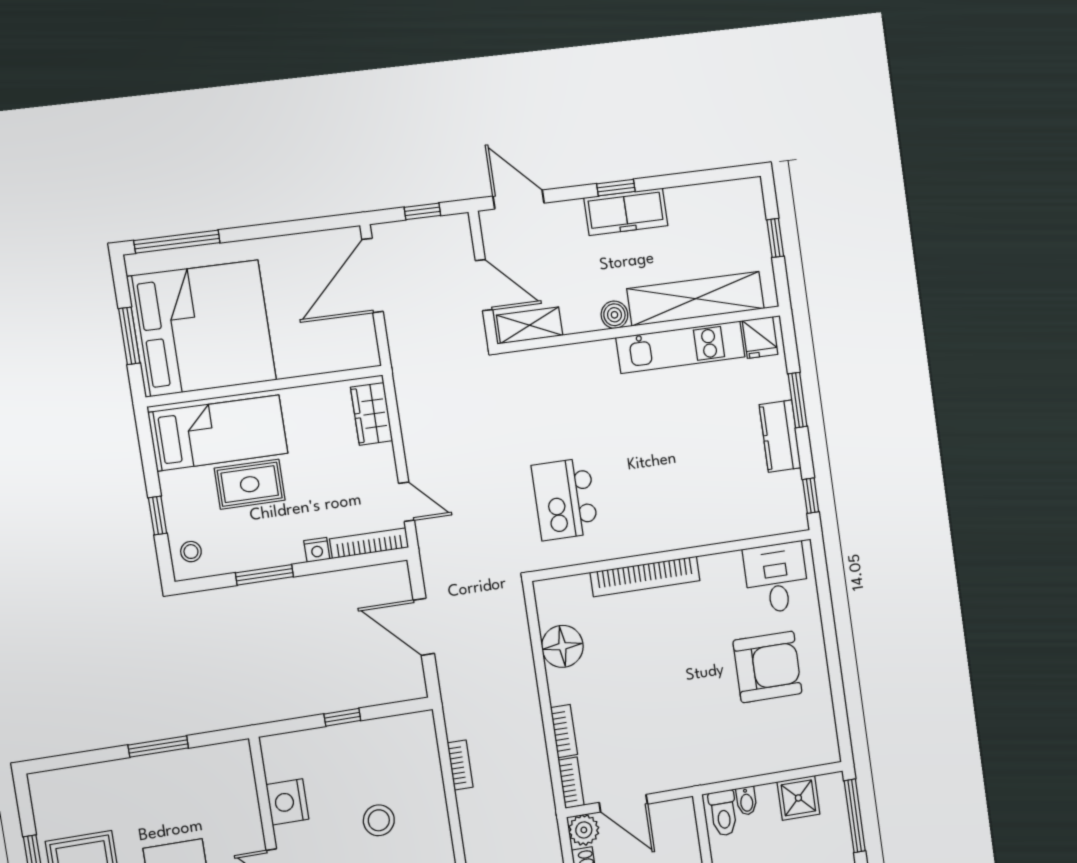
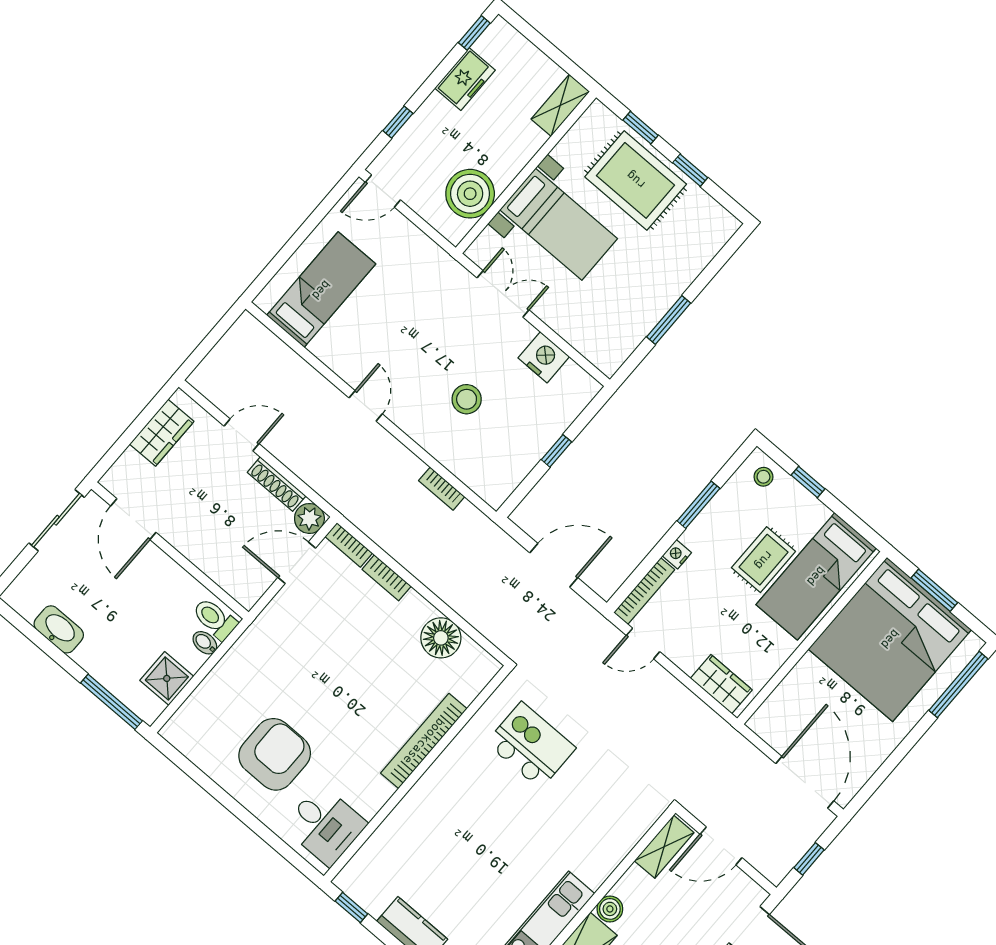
armchair: (768, 667) -> (275, 754), turned 180

